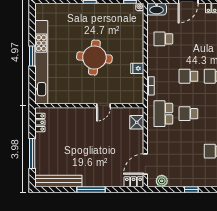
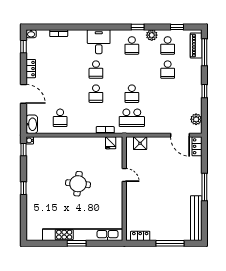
round table: (94, 58) -> (78, 184), width x0.73, depth x0.73
fridge: (137, 68) -> (111, 143), moved

